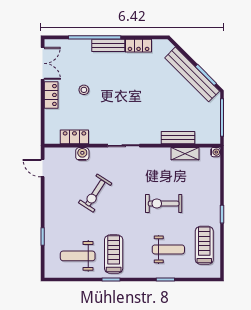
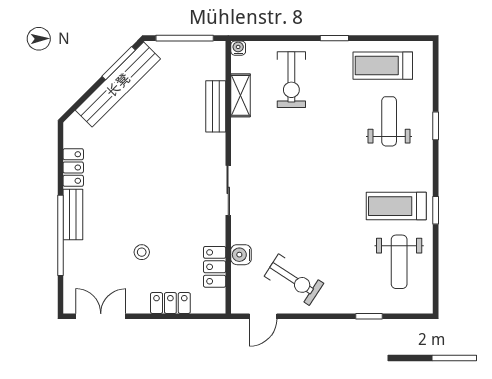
locker: (51, 95) -> (170, 303), moved
exercise bike: (95, 193) -> (294, 280), moved
exercise bike: (164, 204) -> (291, 80), moved

